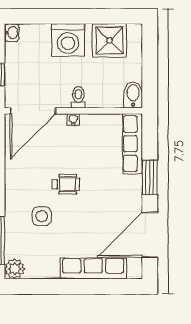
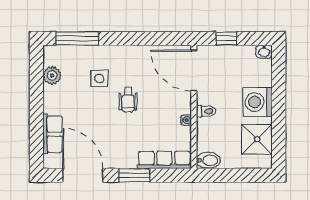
water cooler: (73, 120) -> (186, 120), moved
row of seats: (93, 268) -> (53, 134), width x0.68
plant: (15, 269) -> (52, 75), moved

